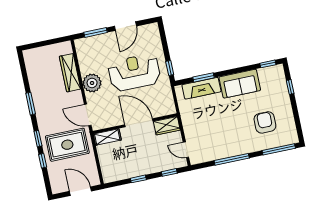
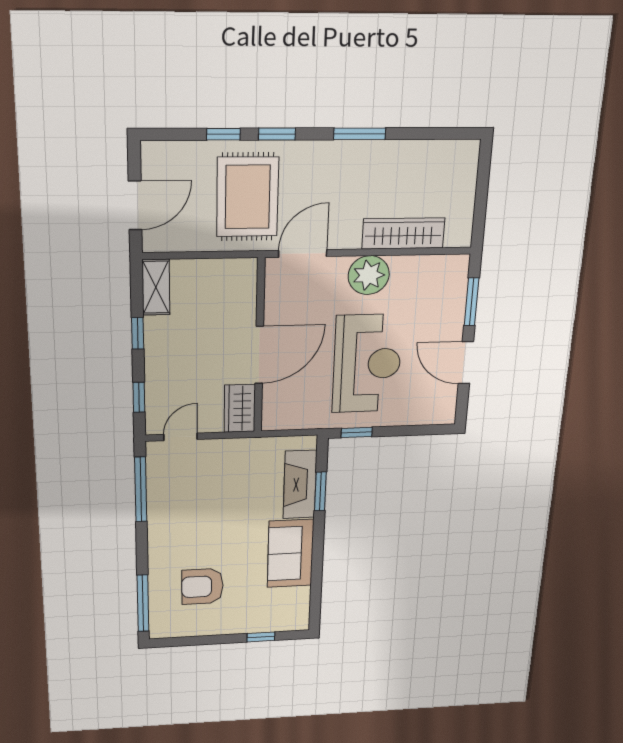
window: (268, 64) -> (315, 606), removed
armchair: (265, 122) -> (202, 587), turned 180
shelving: (107, 137) -> (156, 287), moved
window: (232, 159) -> (141, 490), moved

